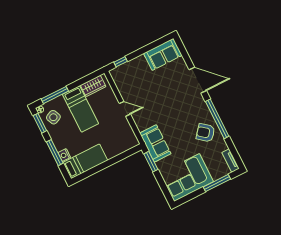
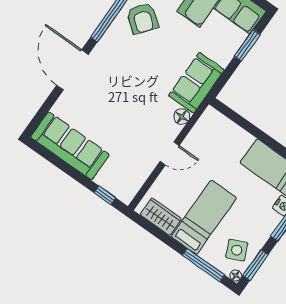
sofa: (163, 54) -> (70, 146), width x1.36
door: (125, 109) -> (170, 153), swing flipped
floor lamp: (141, 126) -> (182, 117), added
window: (151, 162) -> (247, 45), moved

